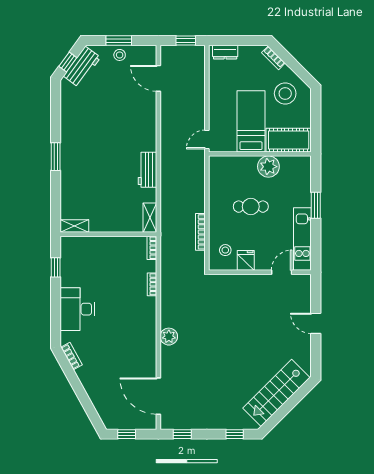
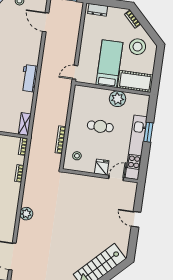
workbench: (147, 170) -> (29, 78), moved
kitchen unit: (302, 239) -> (136, 147), width x1.36
fridge: (246, 260) -> (102, 167), moved

